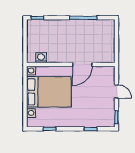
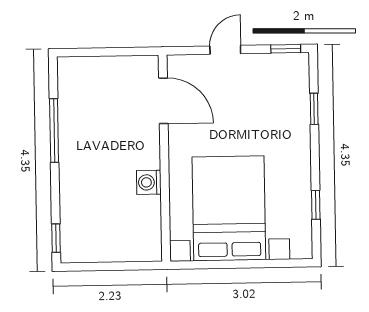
washing machine: (41, 58) -> (149, 182), moved
door: (82, 65) -> (163, 101), moved

